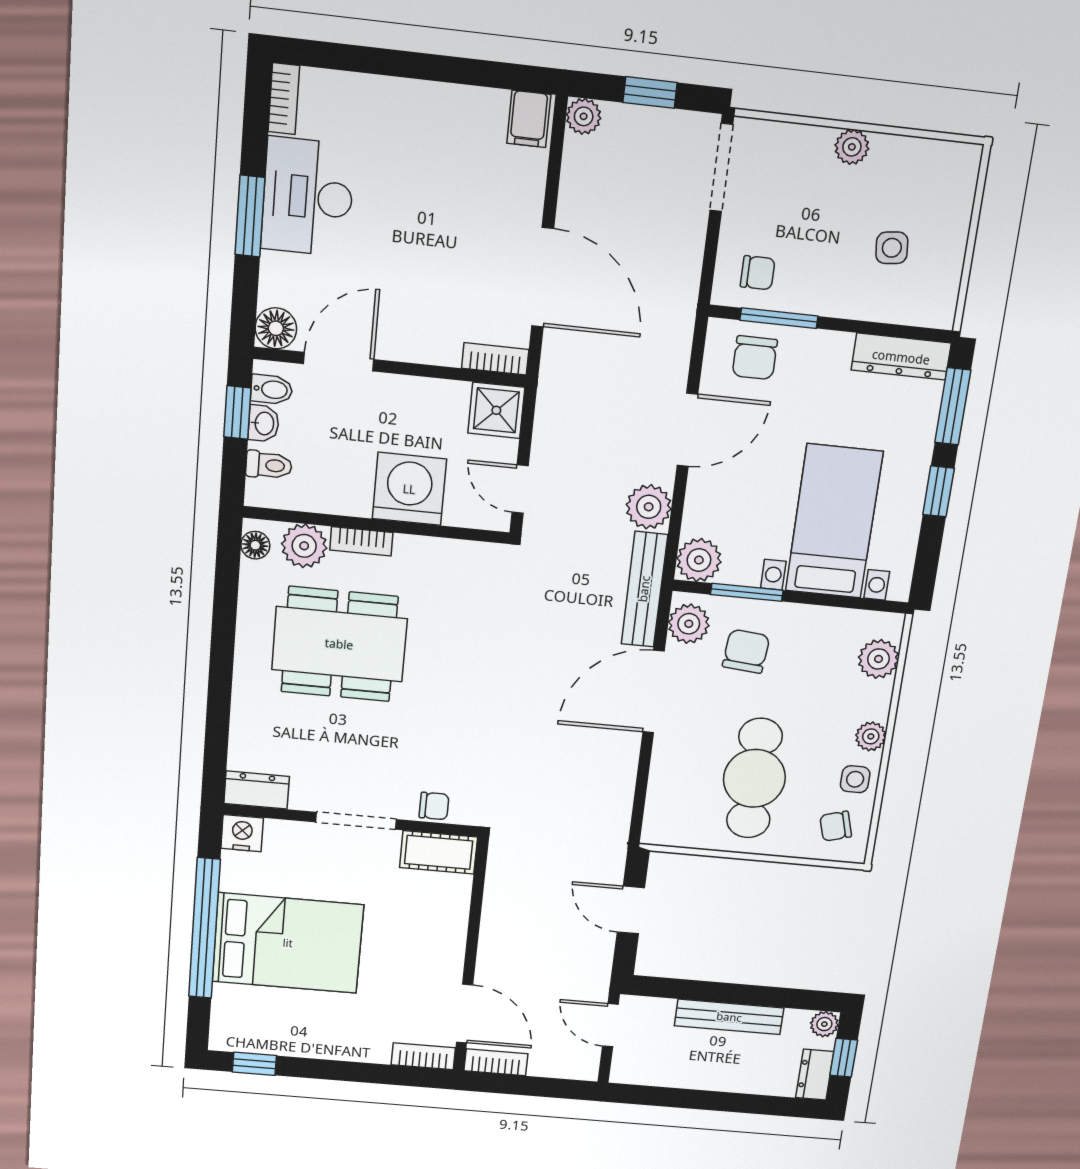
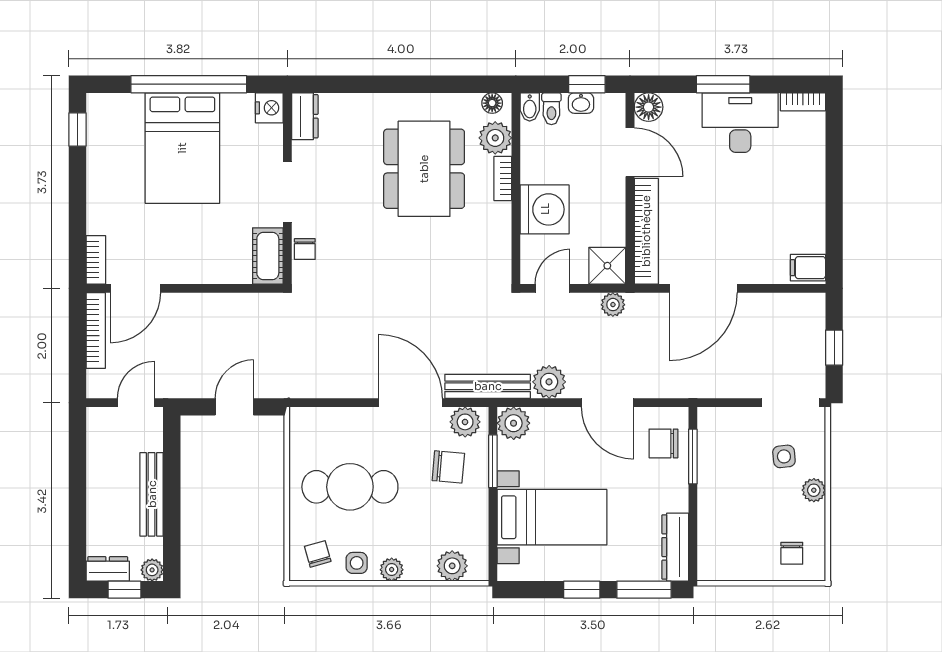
plant: (584, 116) -> (613, 305), moved
side table: (892, 248) -> (784, 456), moved
chair: (758, 273) -> (792, 553), moved
bookcase: (495, 359) -> (646, 231), width x2.31, depth x1.31
bidet: (272, 389) -> (530, 107), moved
bookcase: (496, 1062) -> (96, 330), width x1.56

